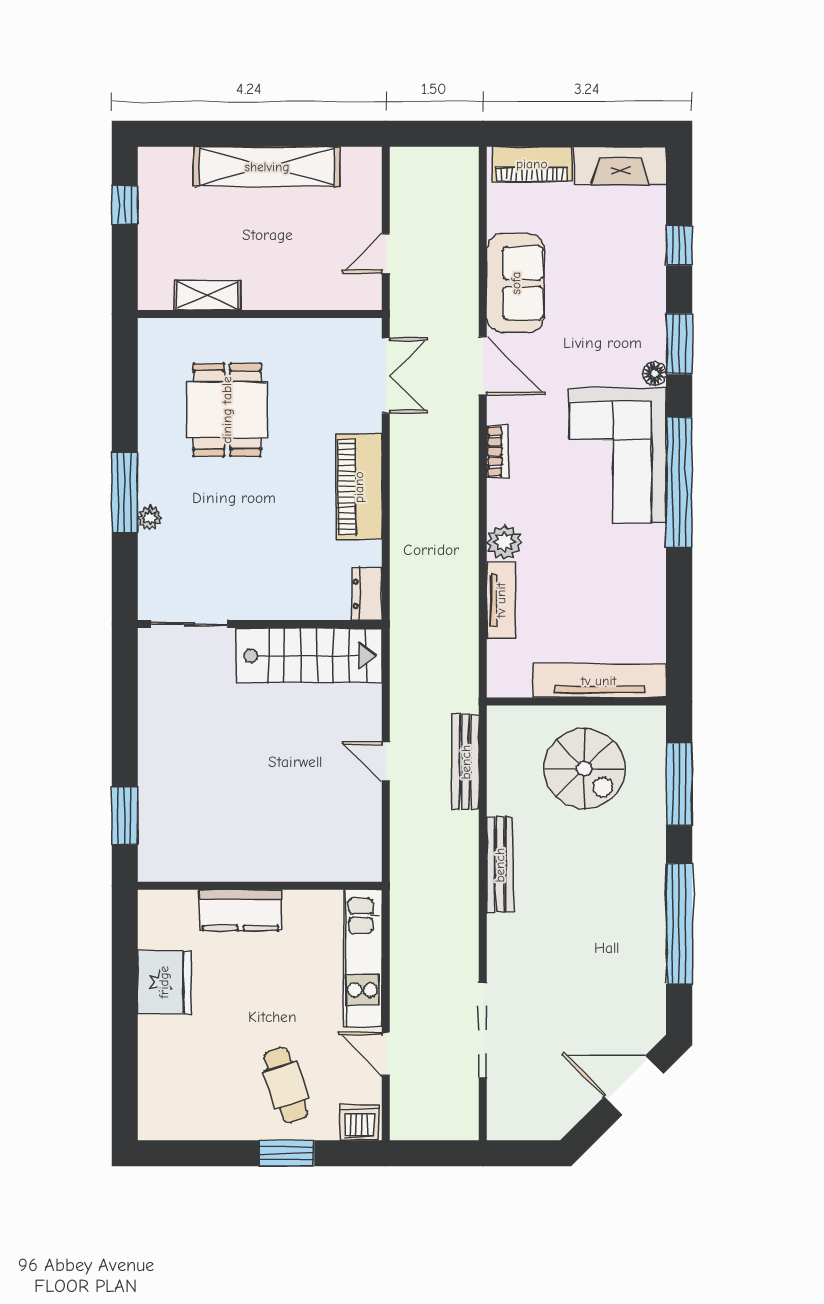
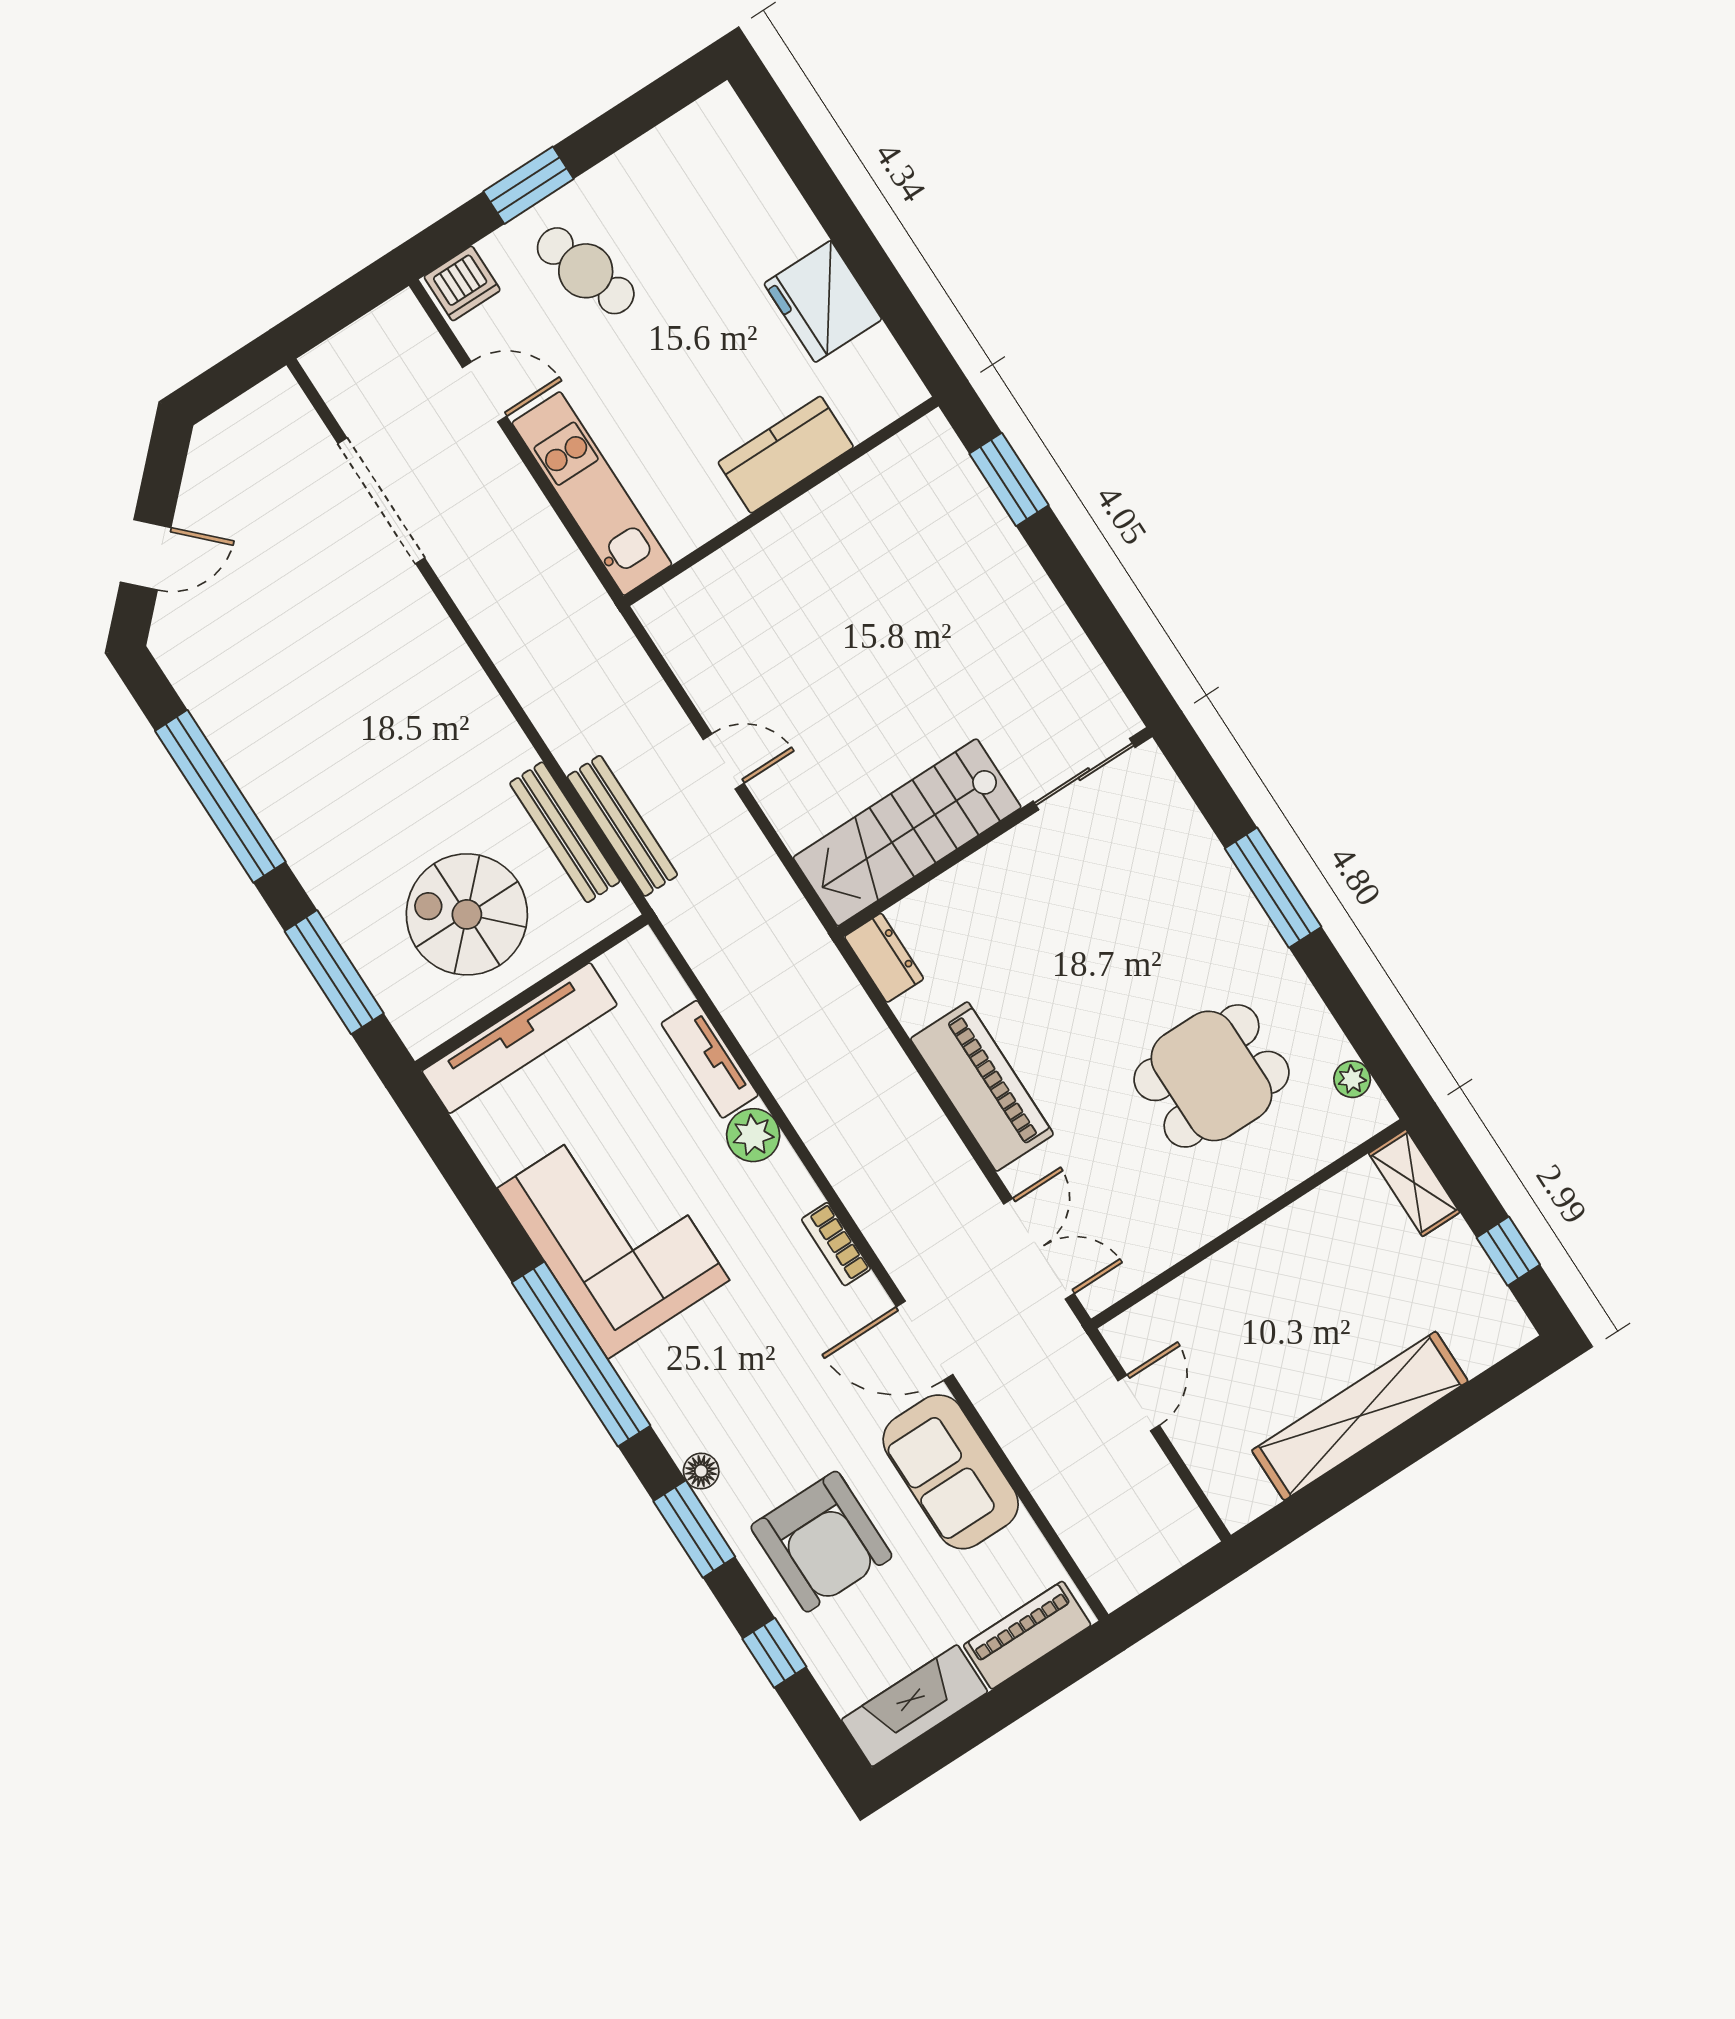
armchair: (613, 291) -> (821, 1542), added
shelving: (207, 295) -> (1414, 1183), moved, turned 90
double door: (386, 376) -> (1039, 1249), swing flipped
dining table: (227, 410) -> (1211, 1076), turned 90
corner sofa: (618, 456) -> (613, 1234), moved
plant: (150, 518) -> (1352, 1079), moved
bench: (500, 865) -> (565, 832), moved
door: (634, 1085) -> (146, 555), width x0.73

